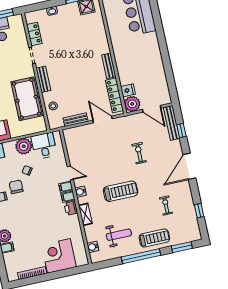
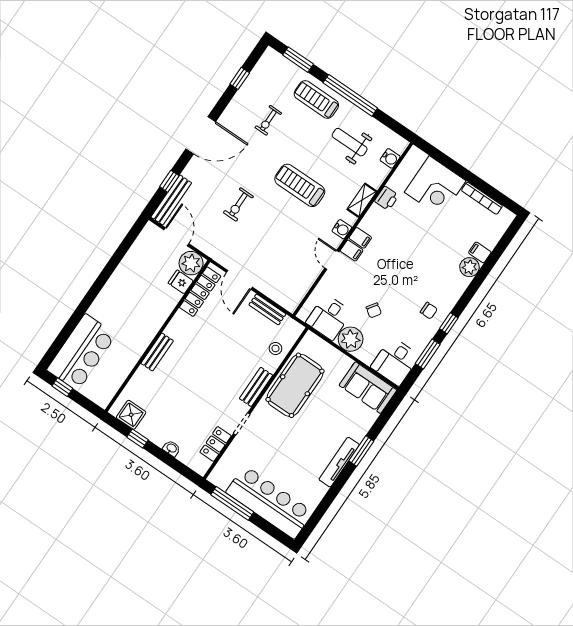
bench: (109, 66) -> (157, 352), moved
chair: (16, 187) -> (403, 305), removed
printer: (71, 208) -> (387, 198), moved

